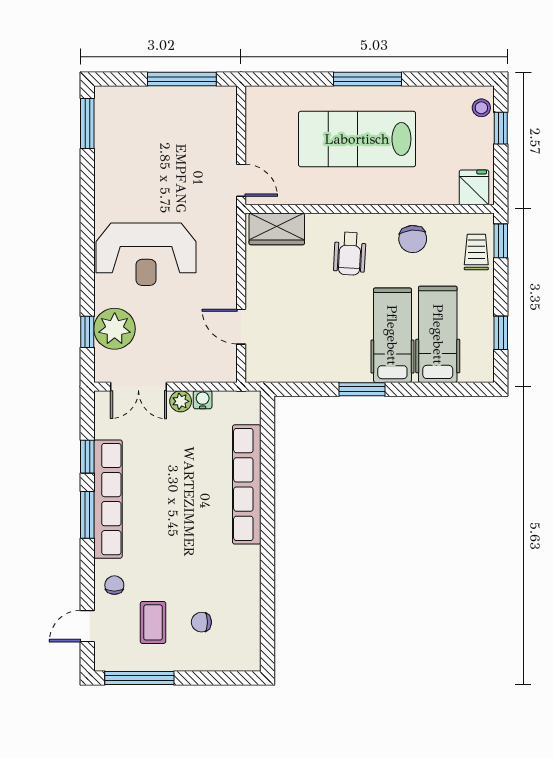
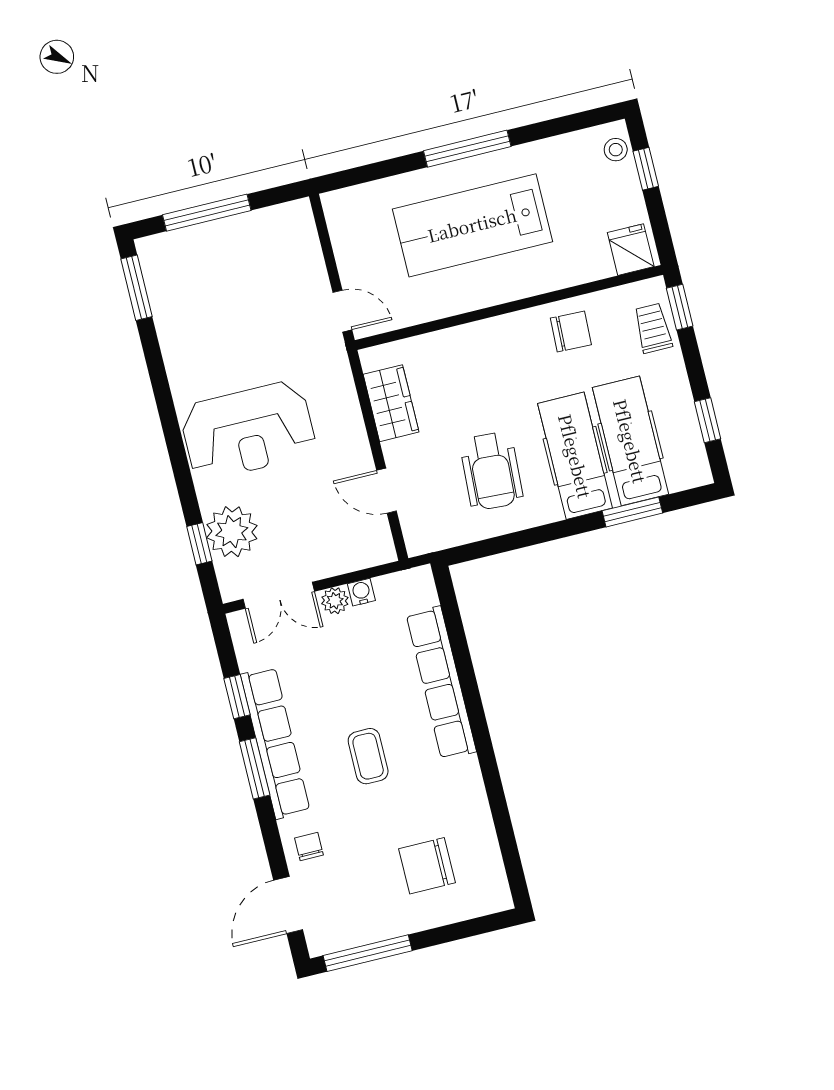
window: (182, 79) -> (207, 213), moved
wardrobe: (277, 229) -> (391, 403), moved, turned -90
chair: (413, 239) -> (571, 331), turned -83
wheelchair: (350, 254) -> (491, 471), moved, width x1.36, depth x1.37
window: (362, 389) -> (632, 512), moved
coffee table: (153, 622) -> (368, 756), moved
chair: (201, 622) -> (427, 866), width x1.87, depth x1.87
door: (87, 626) -> (288, 905), width x1.38

